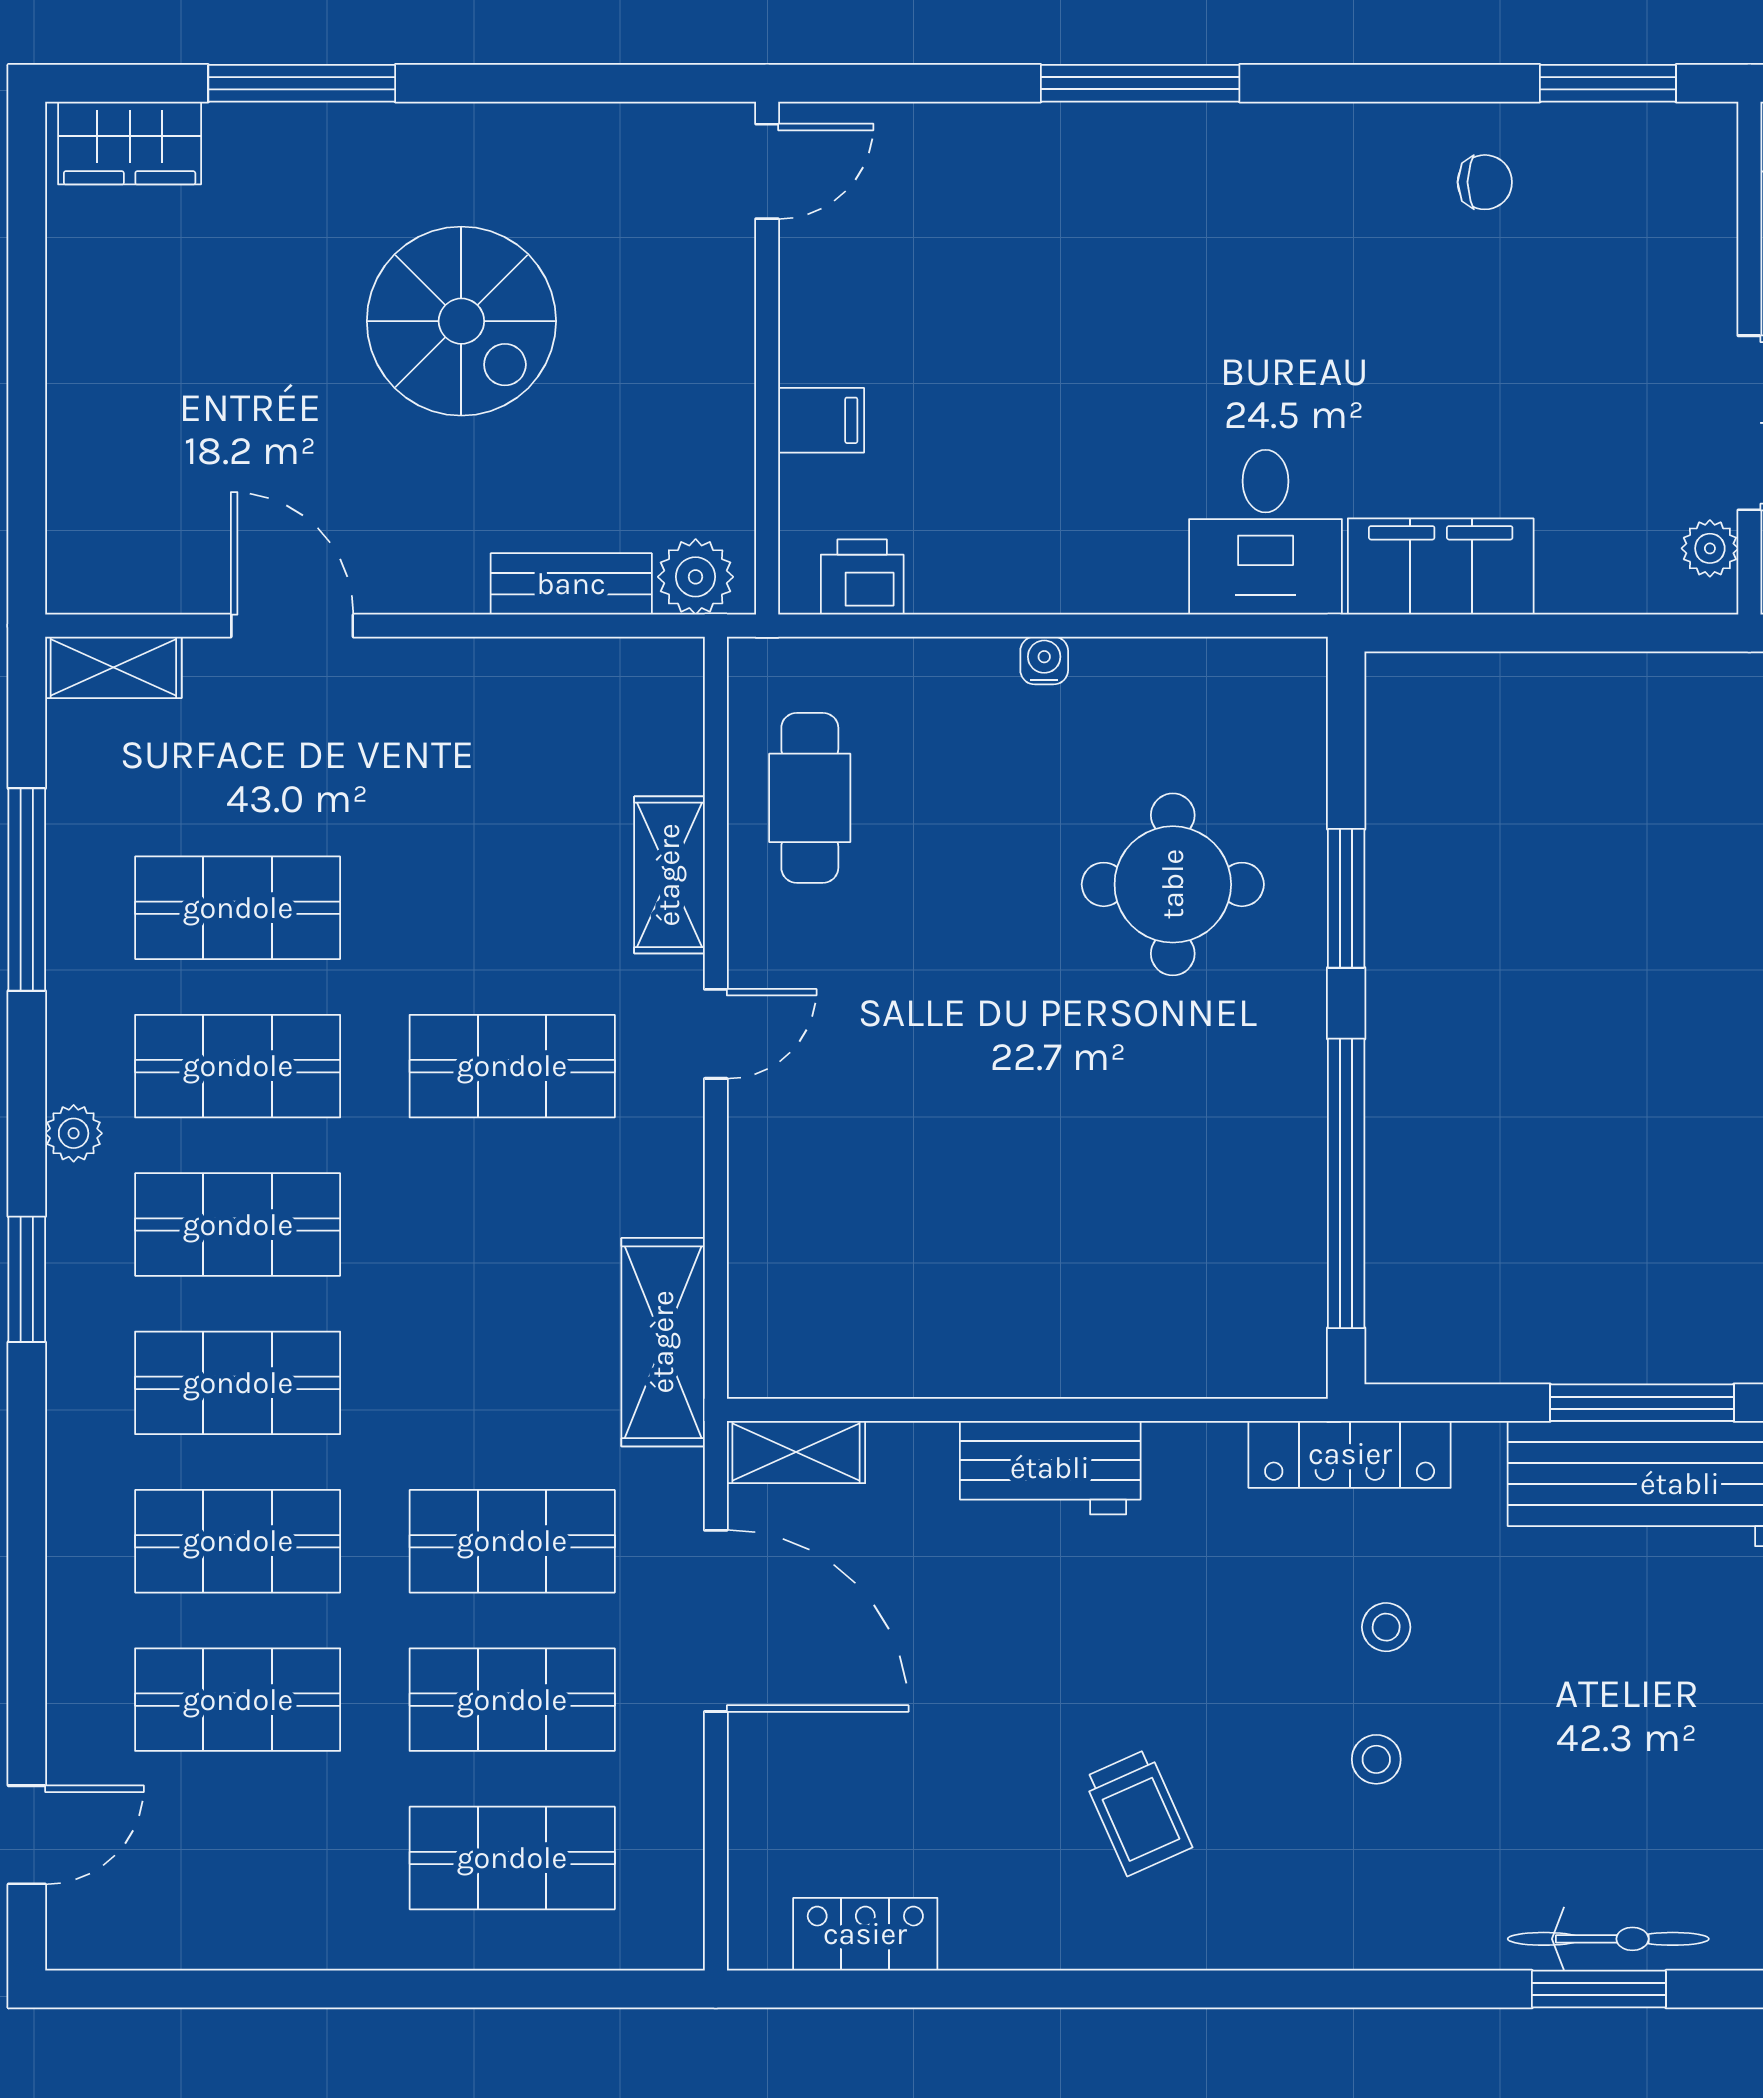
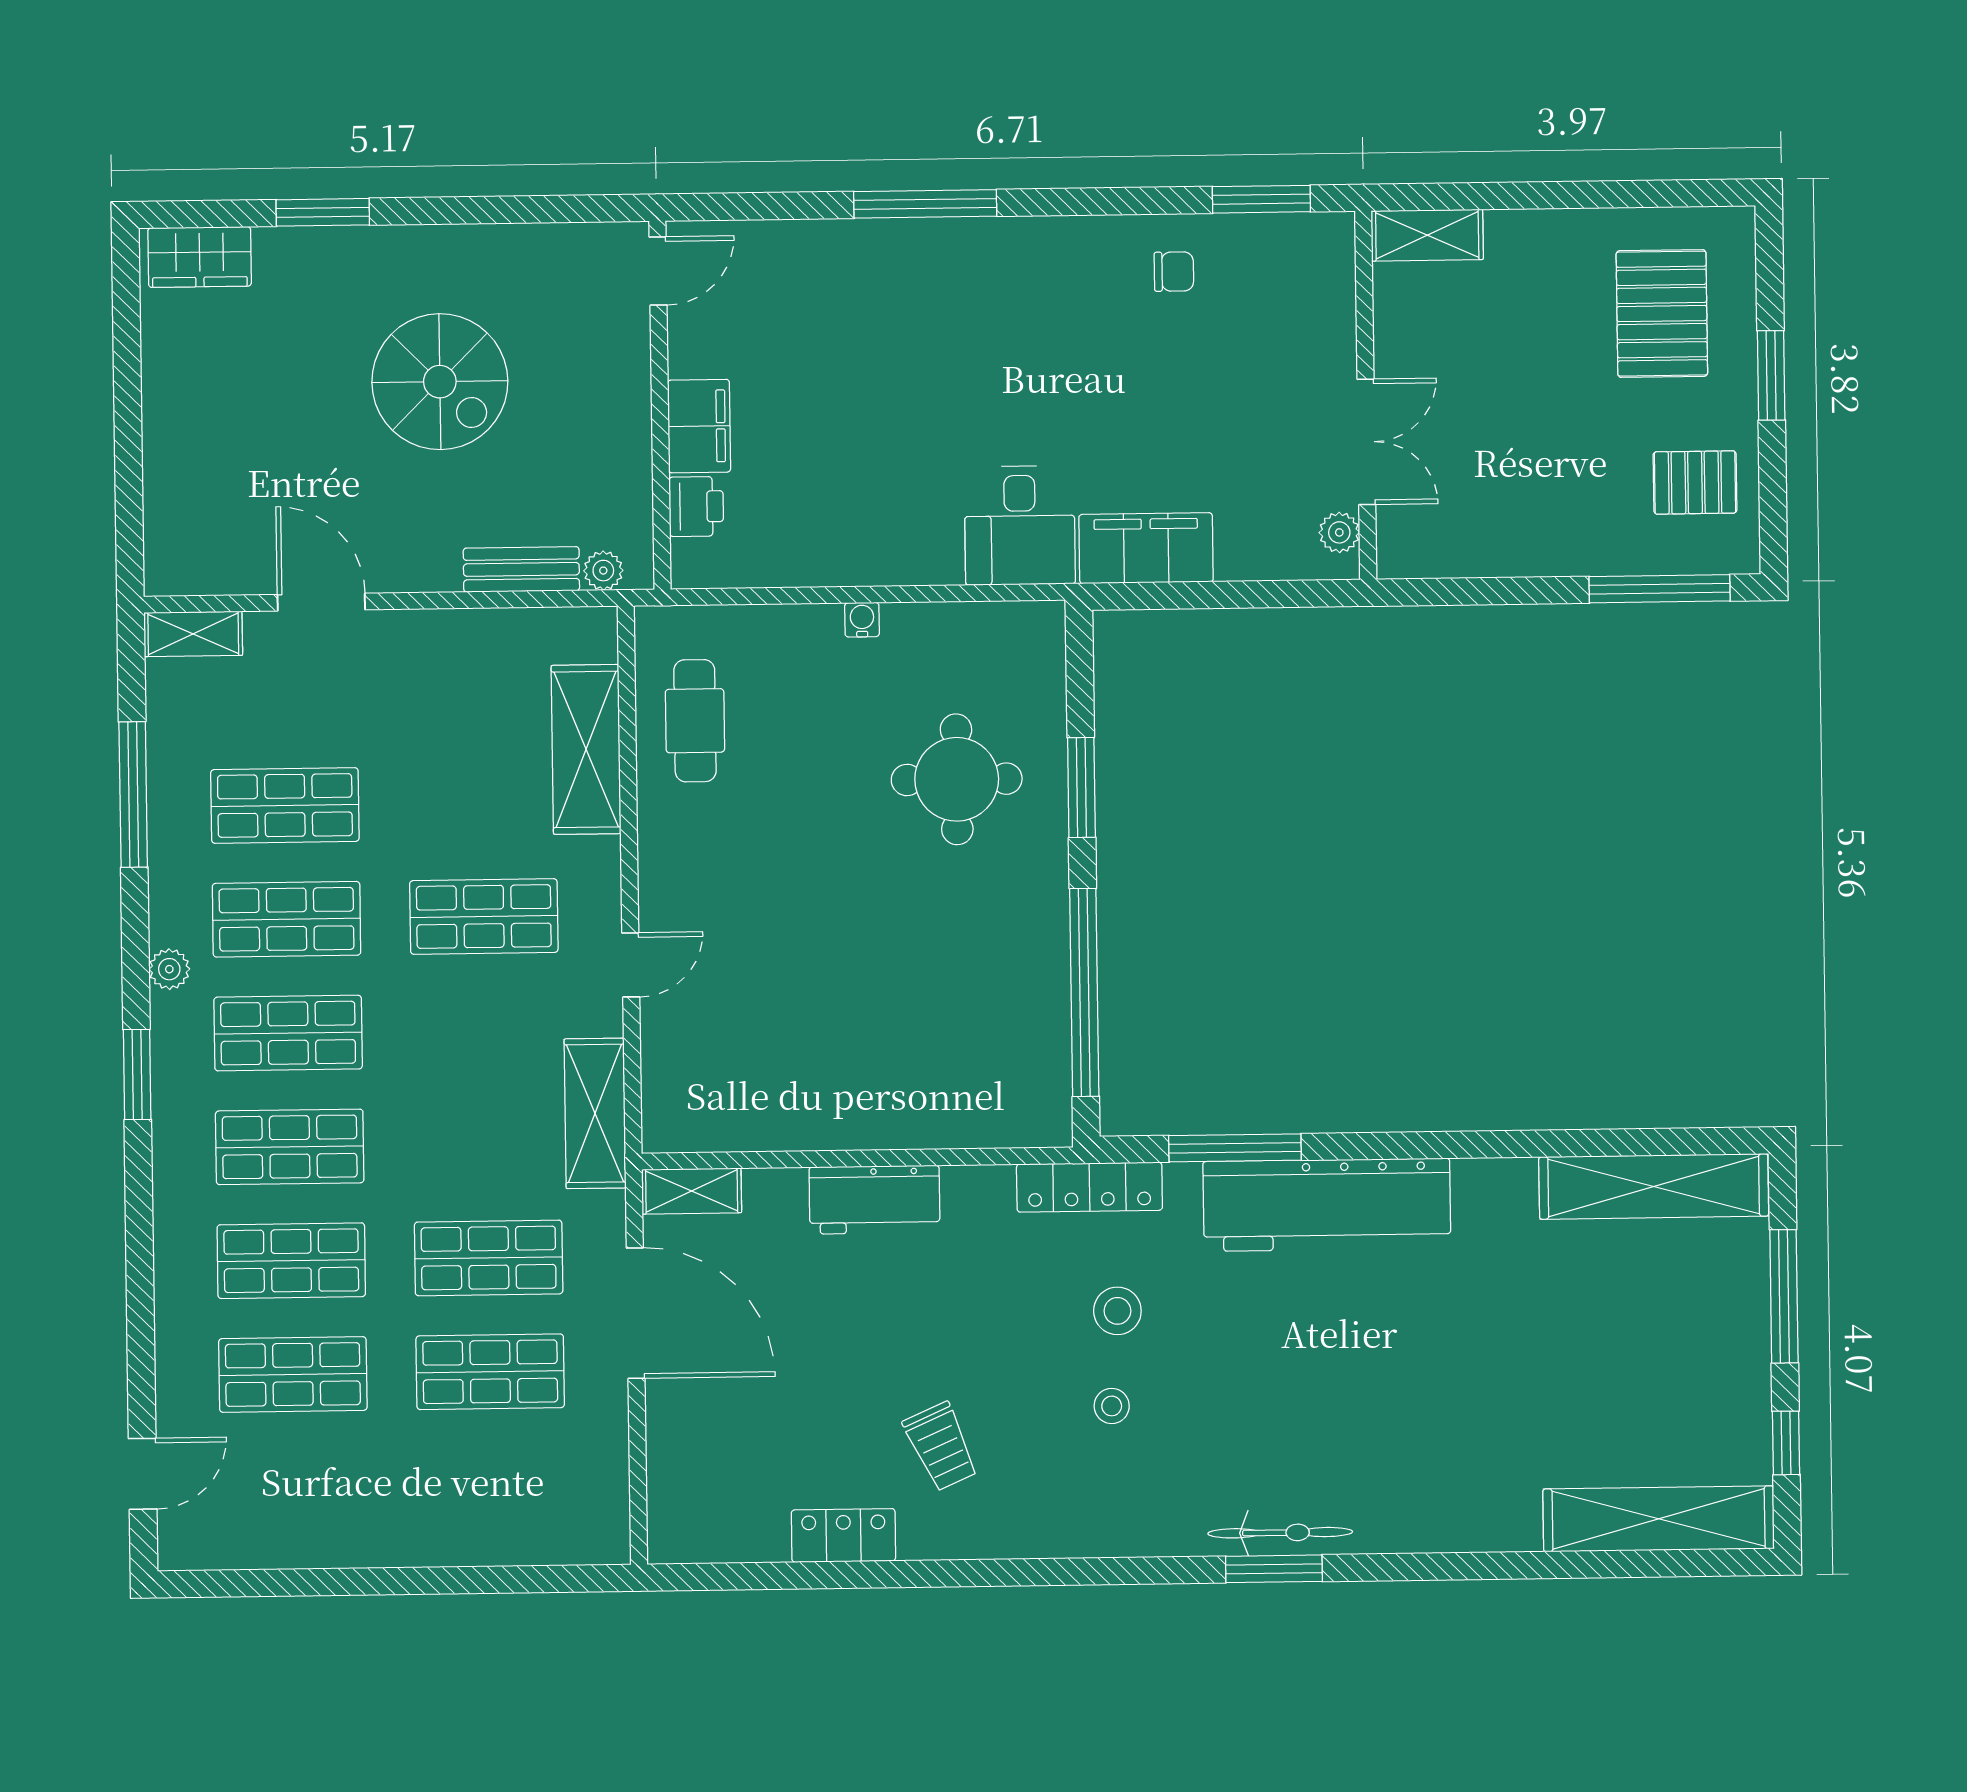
window: (302, 83) -> (323, 212), width x0.69
filing cabinet: (821, 420) -> (699, 426), width x2.00
plant: (696, 577) -> (603, 571), width x0.73, depth x0.73
printer: (862, 577) -> (696, 506), moved, turned 90
shelving: (669, 875) -> (586, 749), width x1.50, depth x1.33
door: (716, 1034) -> (631, 965), moved
window: (1642, 1403) -> (1235, 1148), moved
stool: (1386, 1627) -> (1117, 1311), width x1.37, depth x1.37
shop shelf: (512, 1858) -> (492, 1486), removed
locker: (865, 1934) -> (843, 1535), moved

